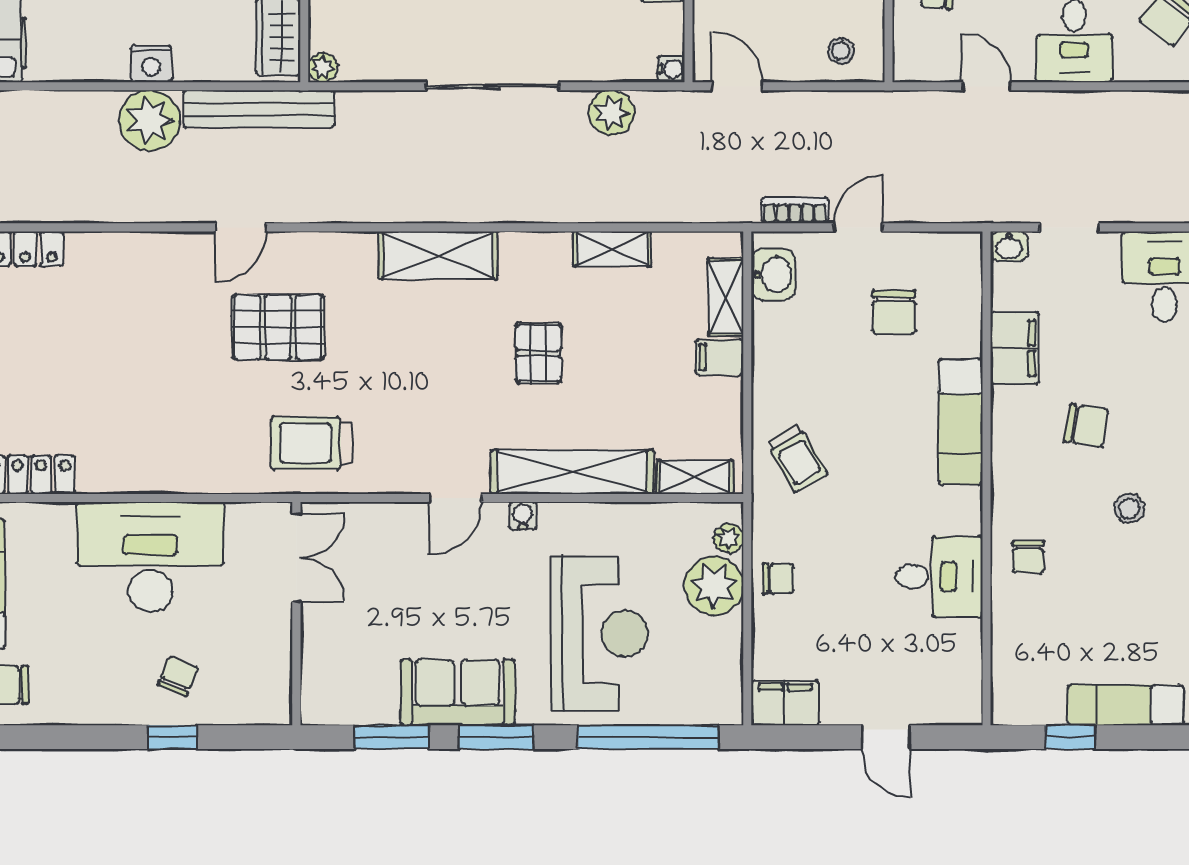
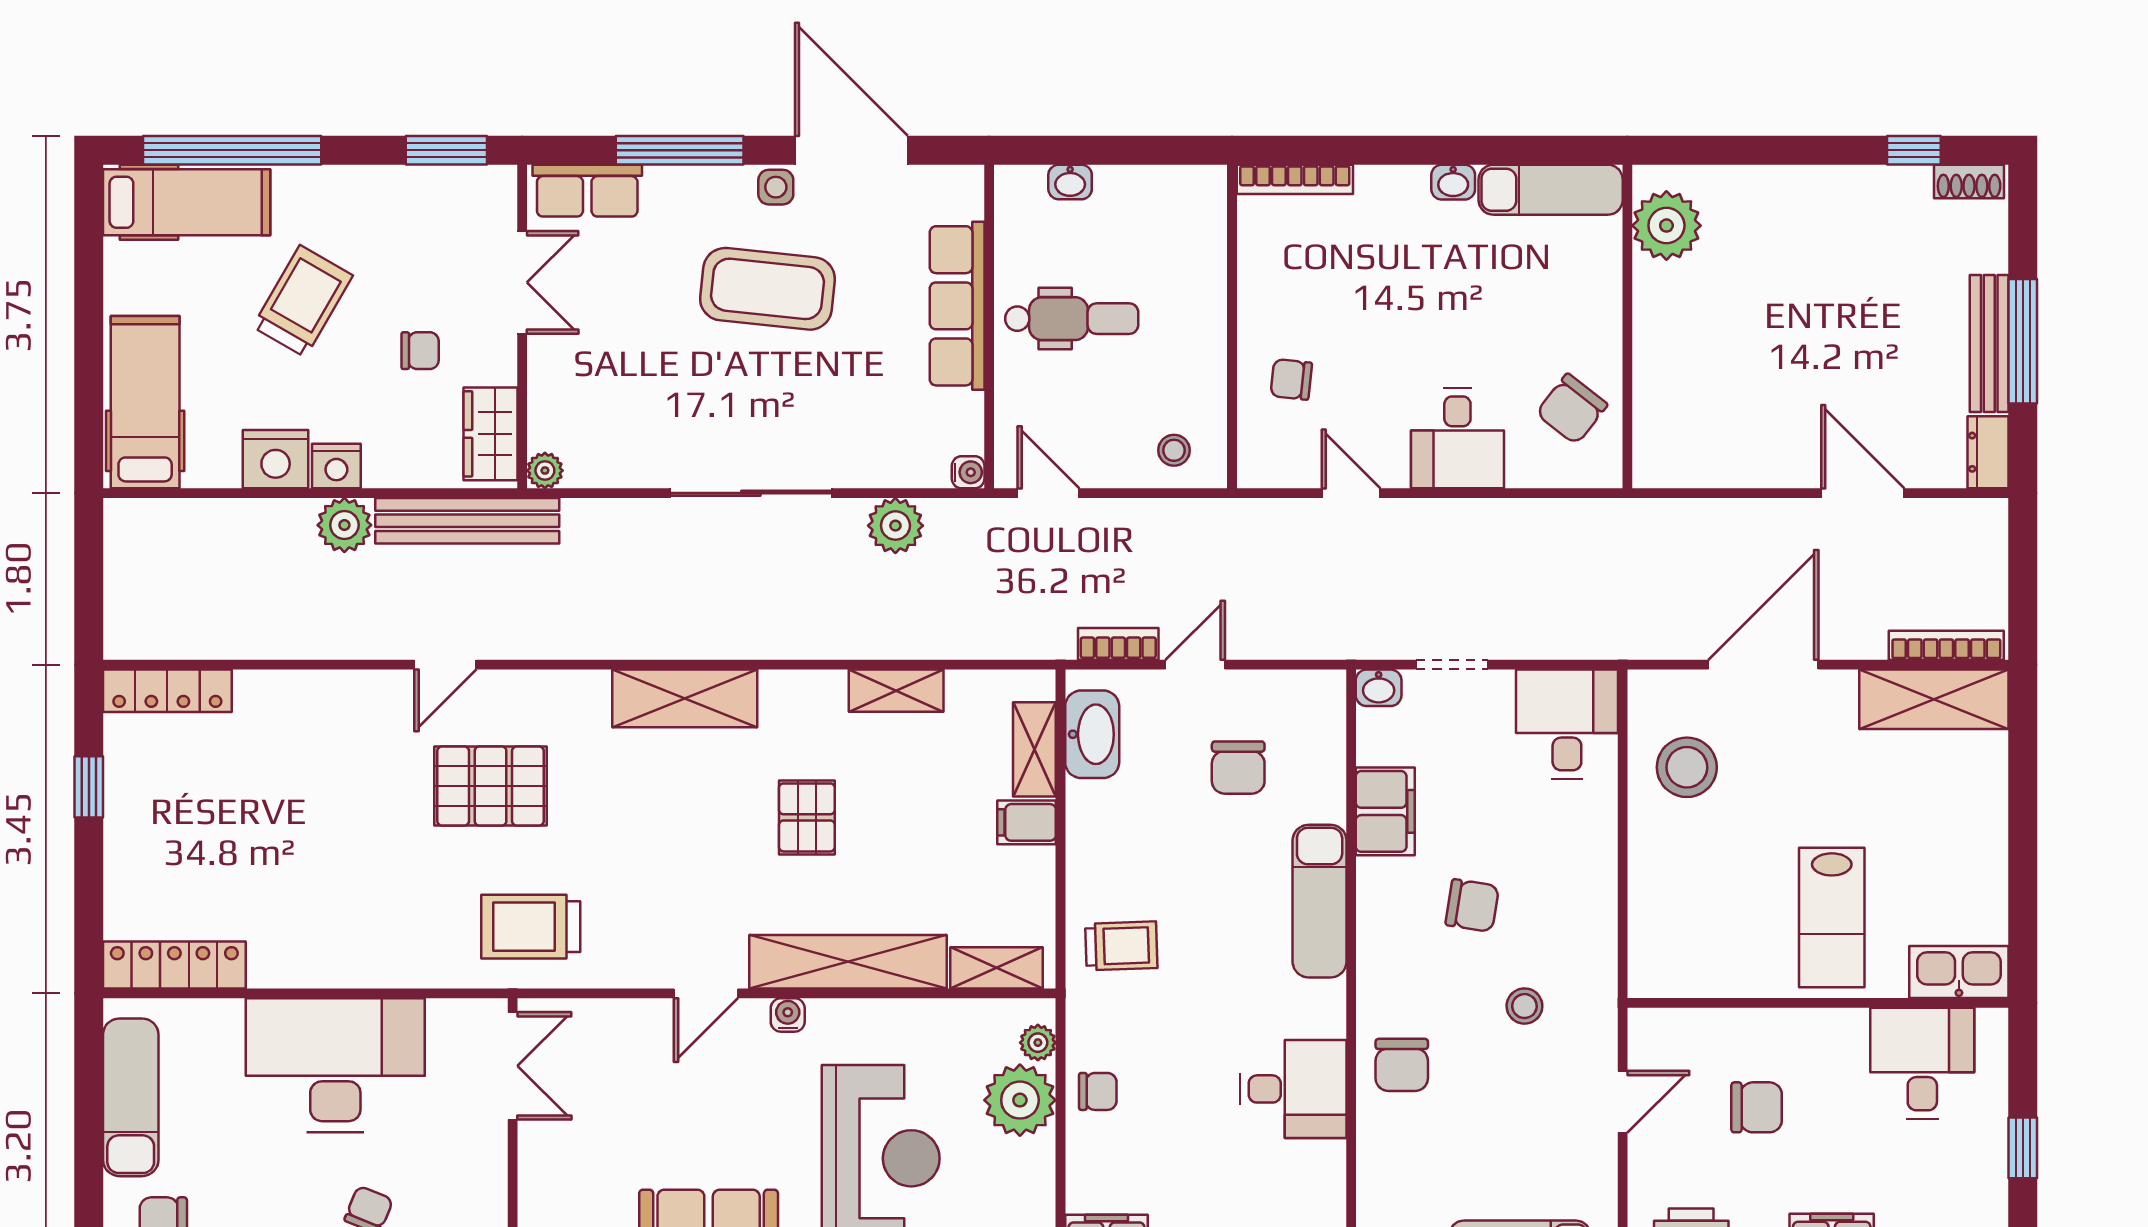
nightstand: (101, 58) -> (276, 459), added
plant: (150, 120) -> (344, 525), width x0.73, depth x0.73
washbasin: (773, 275) -> (1092, 734), width x1.38
trolley: (797, 459) -> (1121, 946), turned -62
chair: (1028, 557) -> (1402, 1065), width x1.37, depth x1.37

